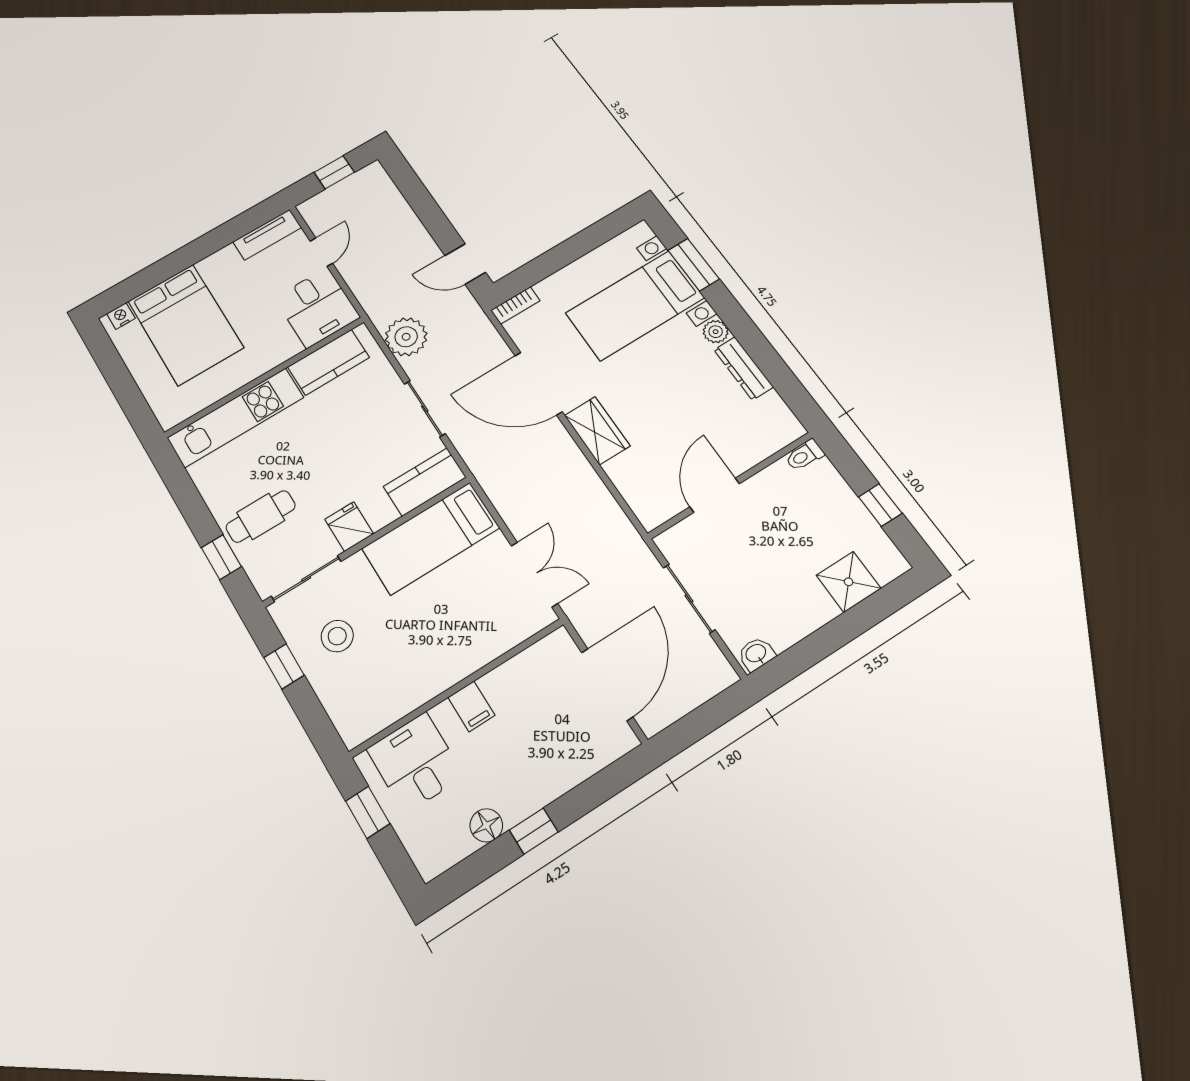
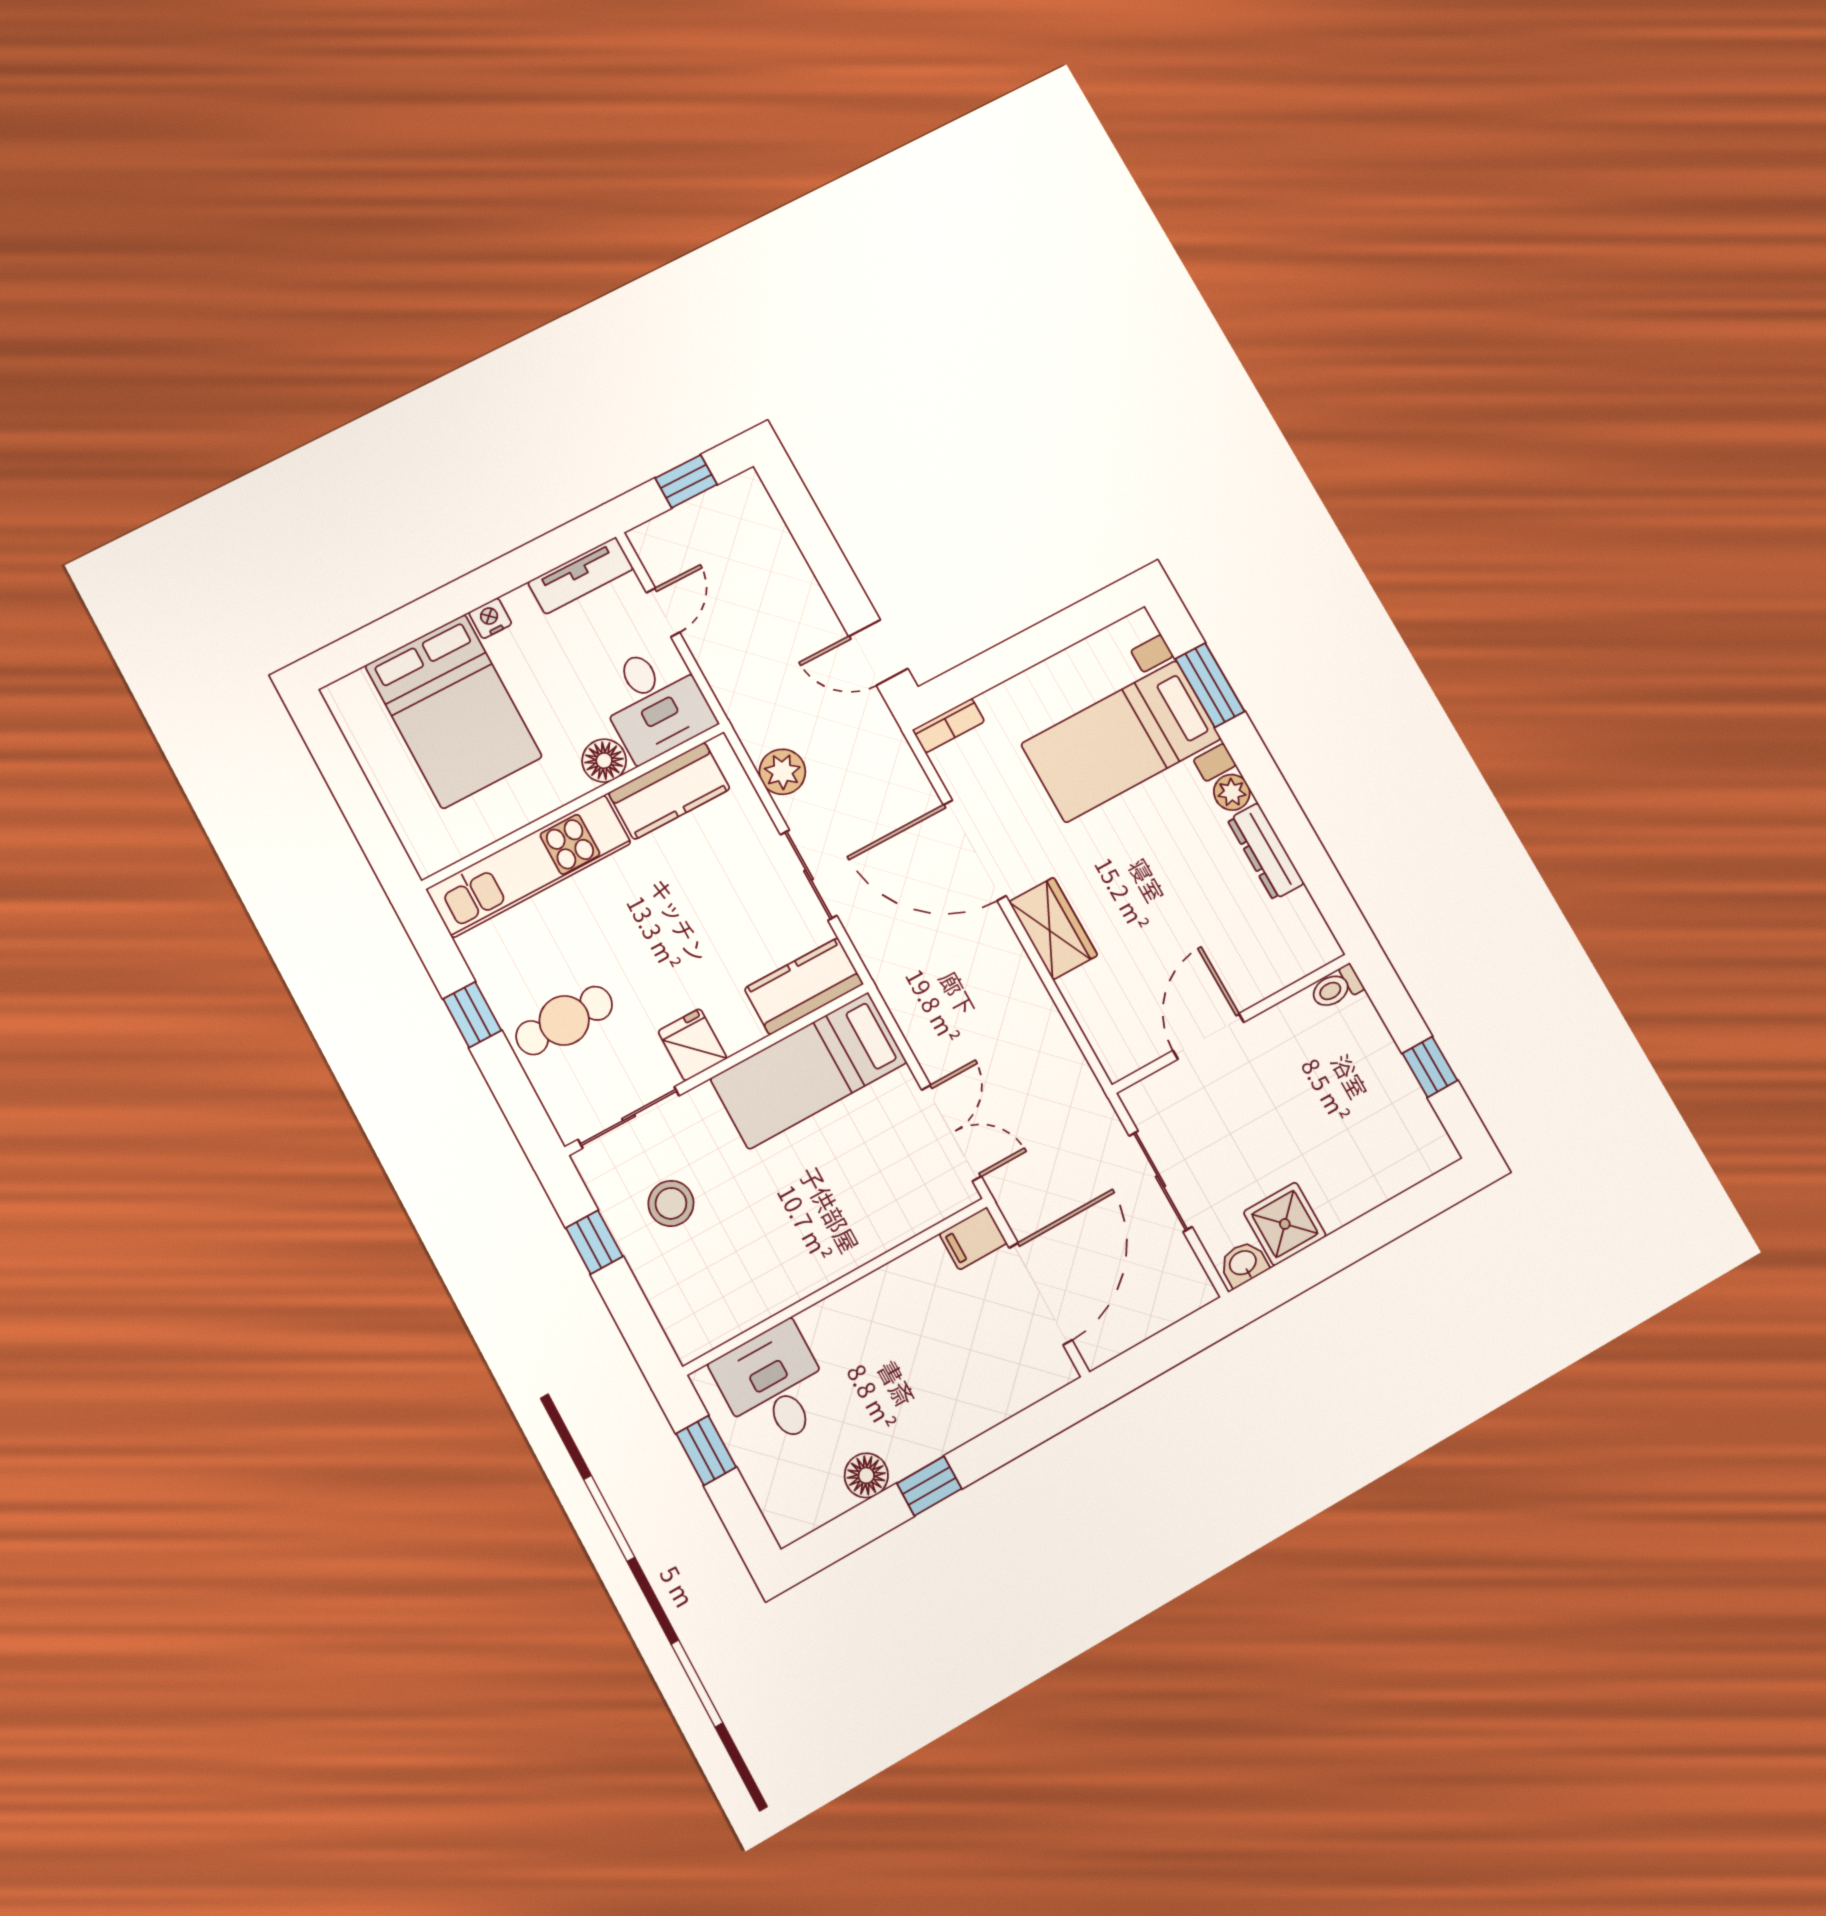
nightstand: (121, 316) -> (490, 618), moved
plant: (406, 337) -> (782, 772), width x0.73, depth x0.73
floor lamp: (285, 347) -> (604, 761), added
window: (221, 557) -> (472, 1015), moved
shower: (849, 582) -> (1285, 1224), moved
filing cabinet: (471, 706) -> (973, 1238), moved, turned 90

